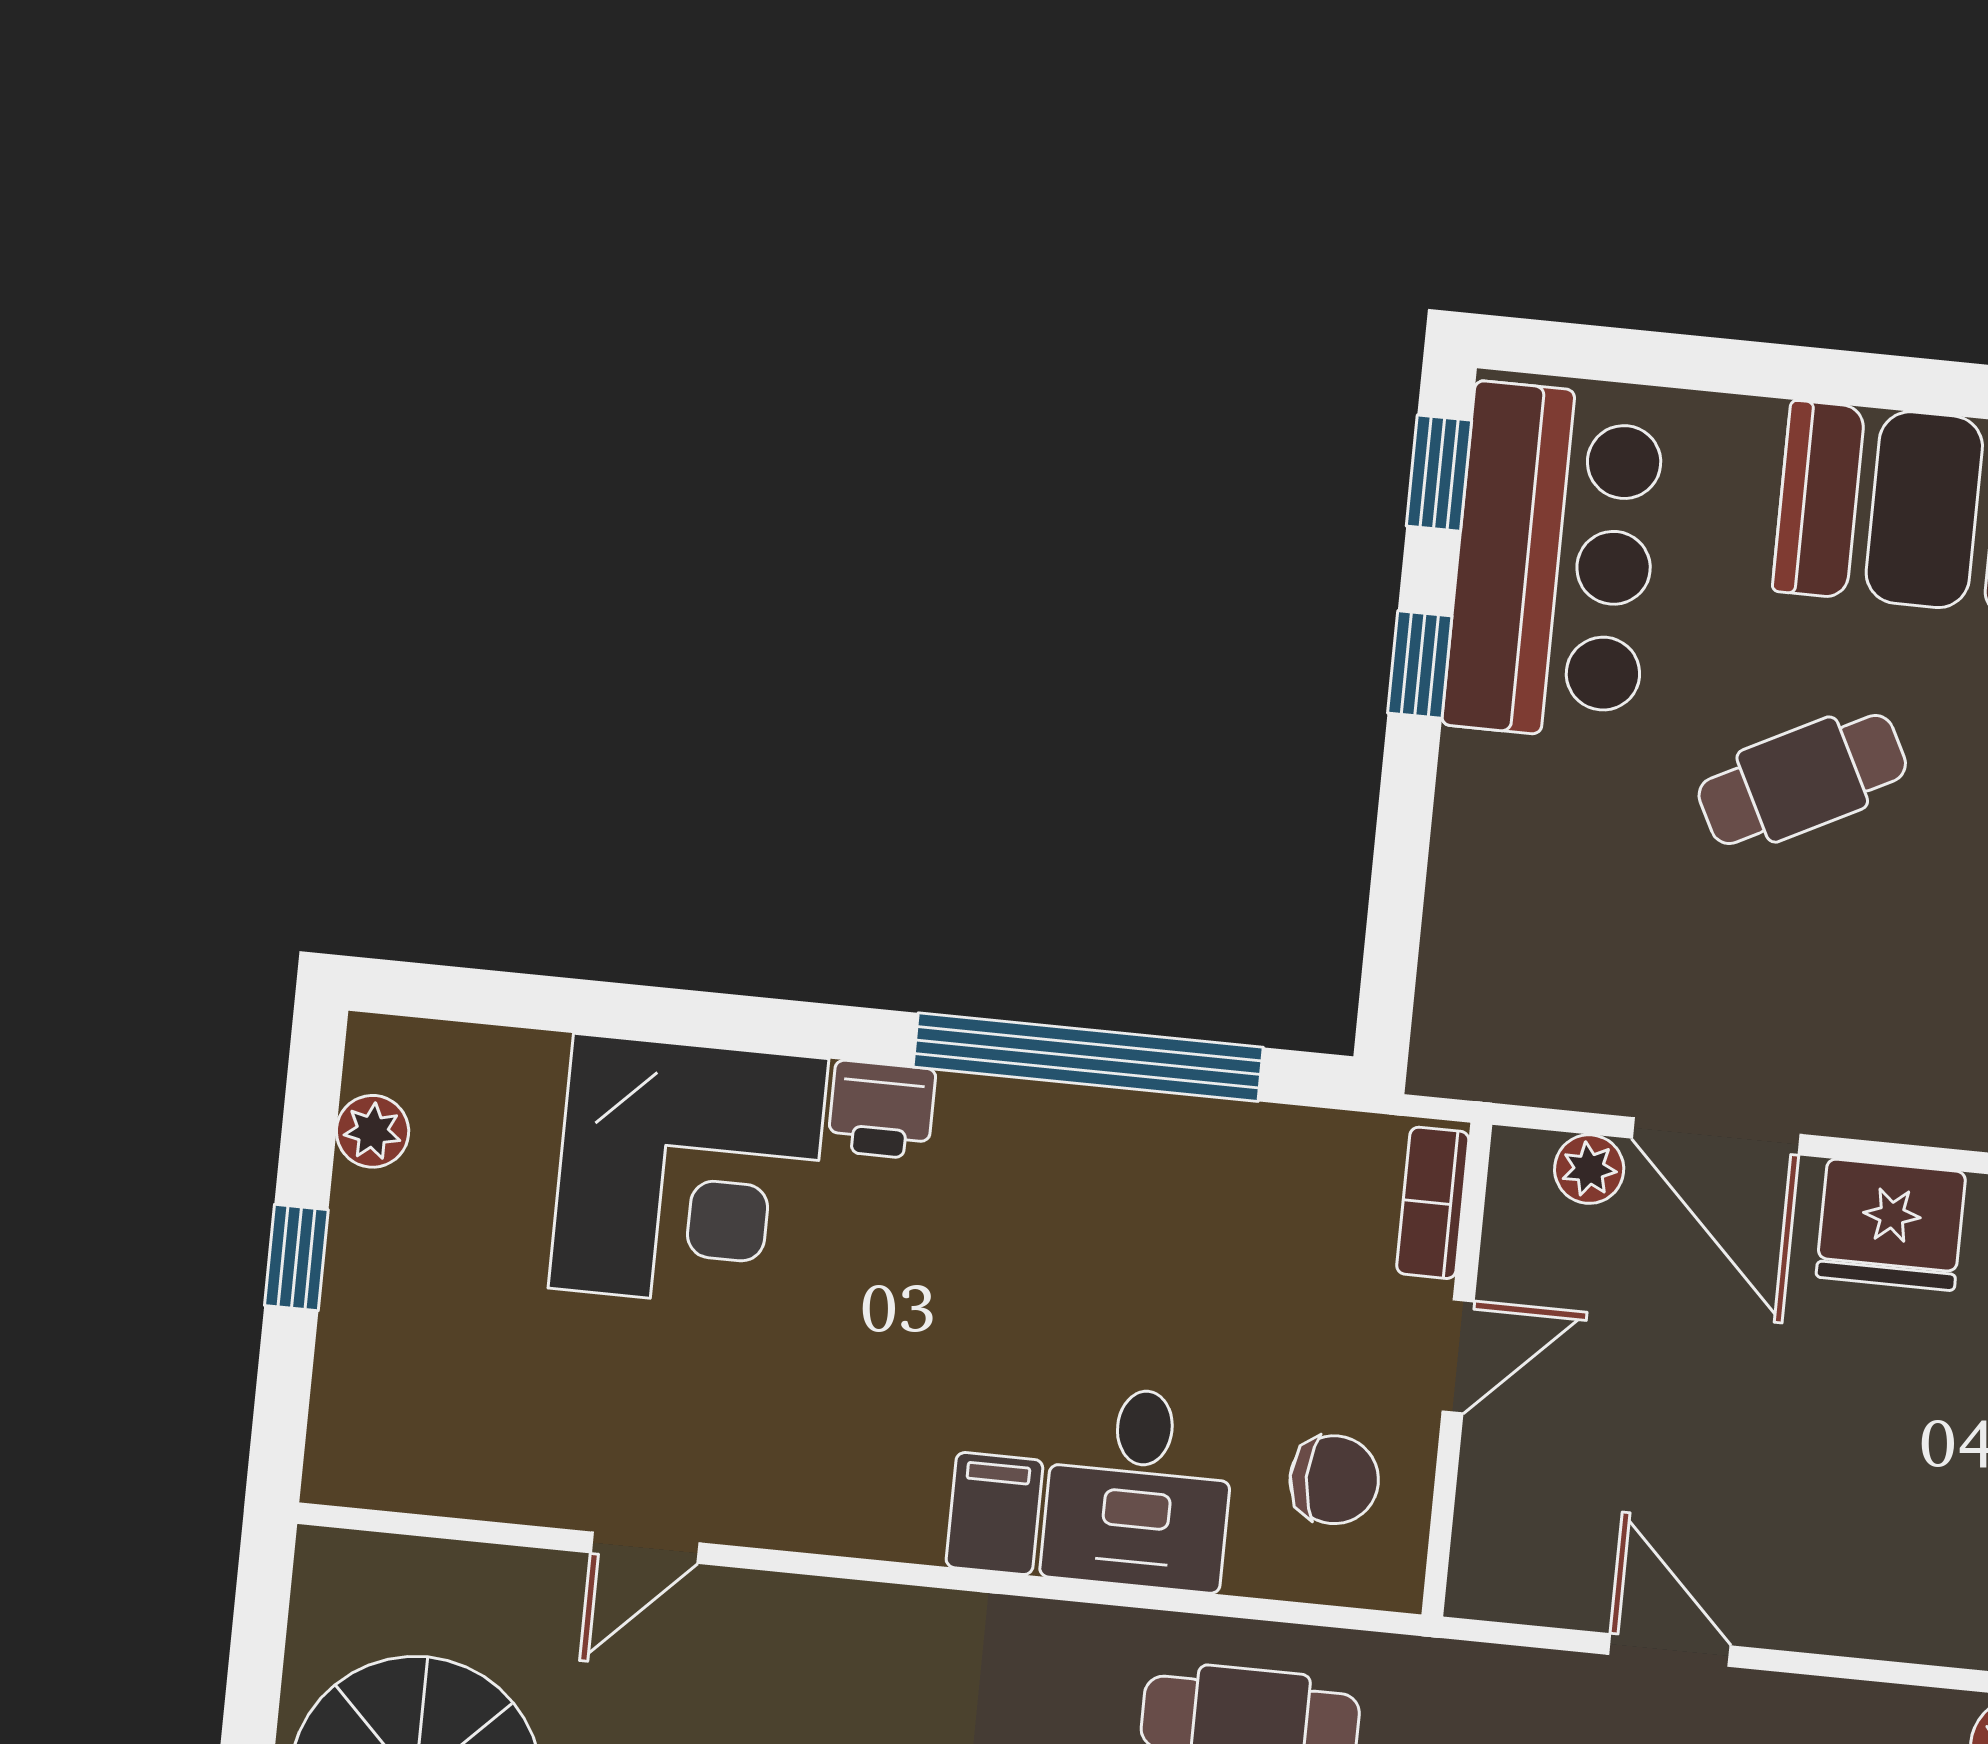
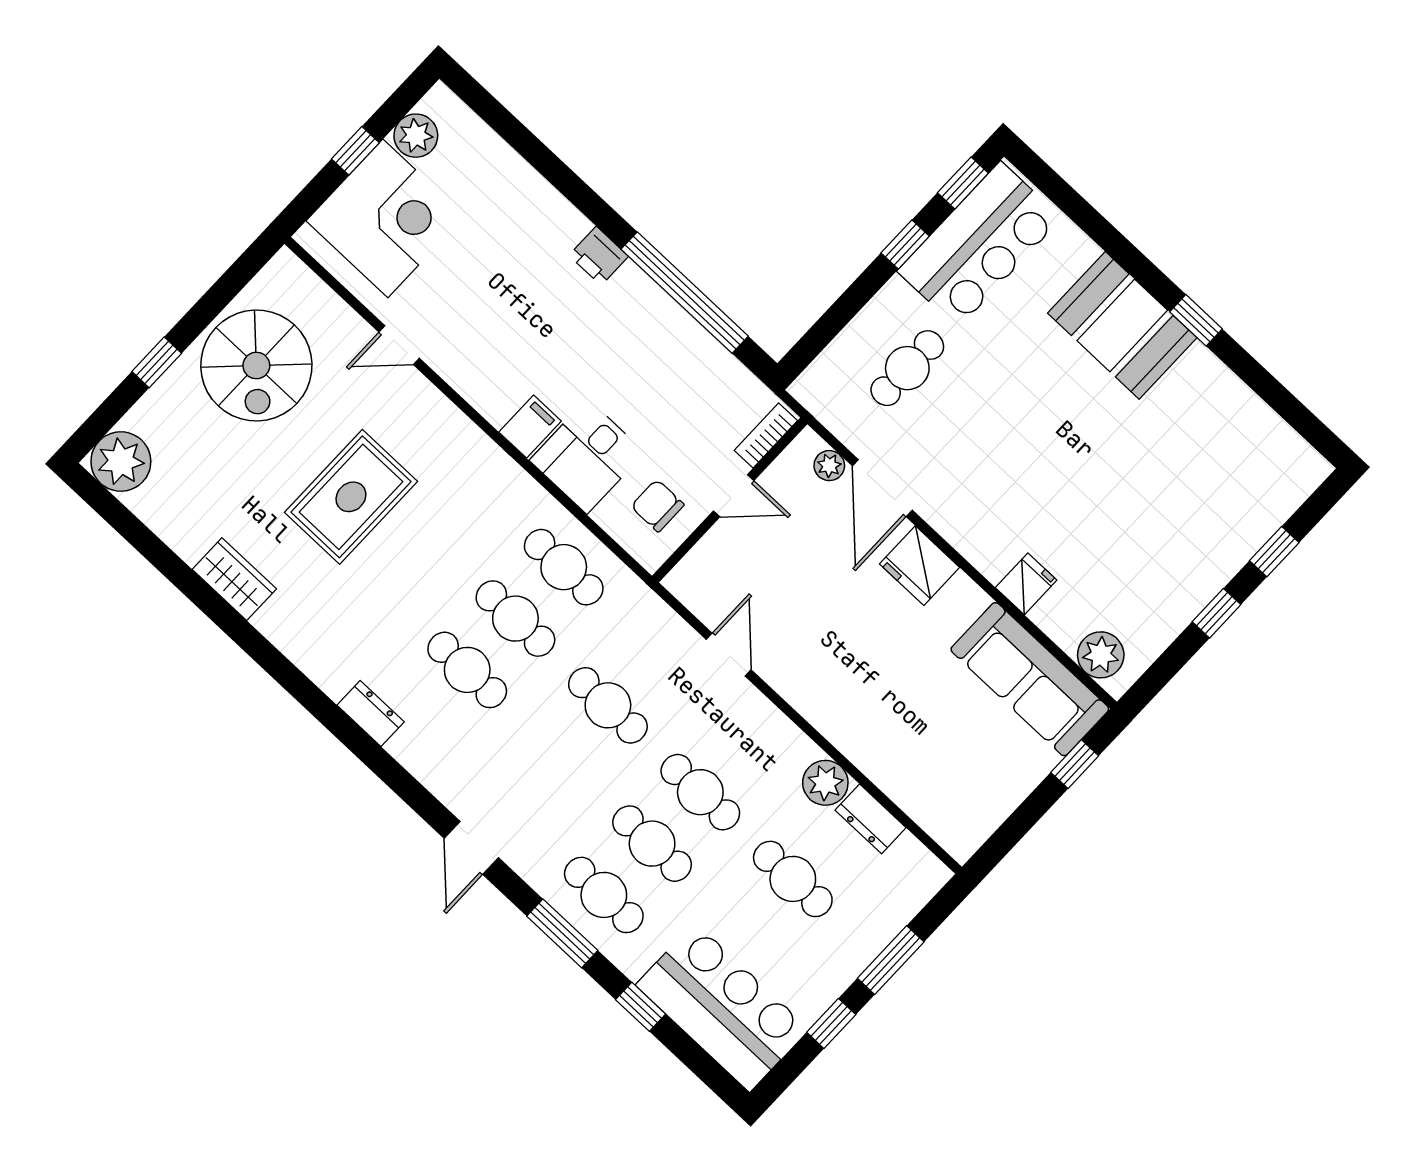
cafe table: (1802, 780) -> (907, 368), moved, turned -63
plant: (373, 1131) -> (416, 136), width x1.38, depth x1.38
corner desk: (688, 1173) -> (385, 218), moved, turned -90
chair: (1334, 1480) -> (657, 506), turned 180

